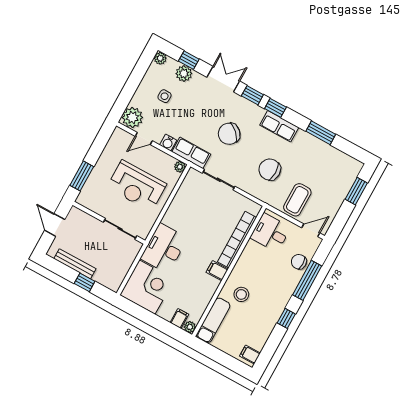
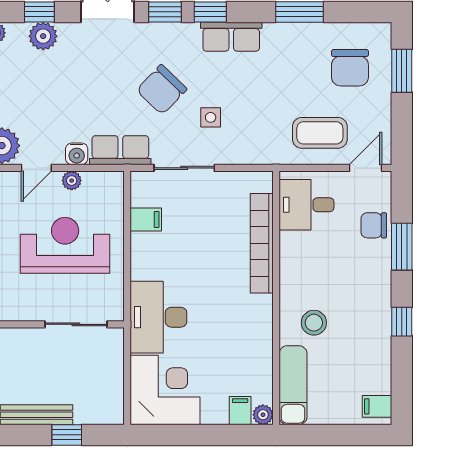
side table: (165, 96) -> (211, 117), moved
plant: (180, 167) -> (72, 181), moved
chair: (270, 170) -> (350, 68), moved, turned -90
reception desk: (137, 186) -> (65, 245), turned 180
coffee table: (297, 200) -> (320, 133), turned 90
filing cabinet: (217, 271) -> (146, 219), moved, turned 180
window: (307, 280) -> (402, 247), width x0.69

